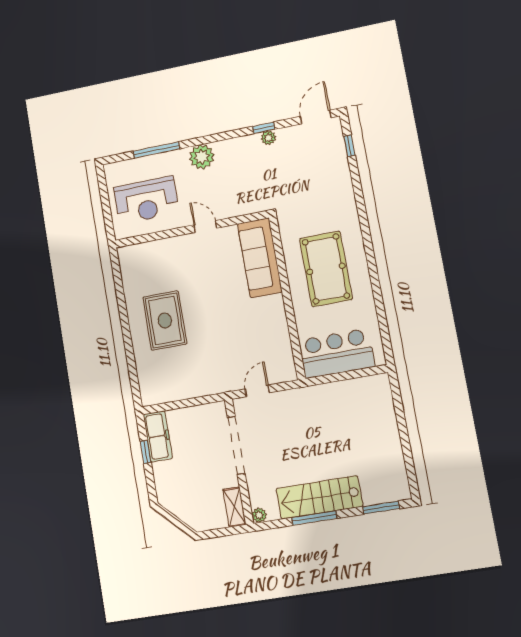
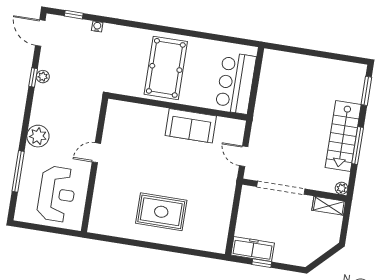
water cooler: (345, 176) -> (97, 26), added
sofa: (260, 258) -> (191, 126), moved, width x0.73
pool table: (326, 269) -> (166, 68), turned 90

